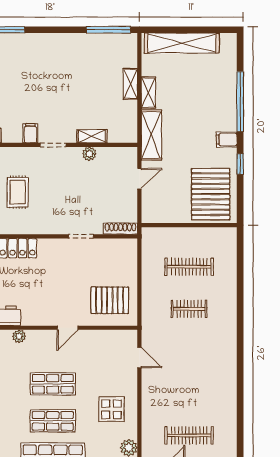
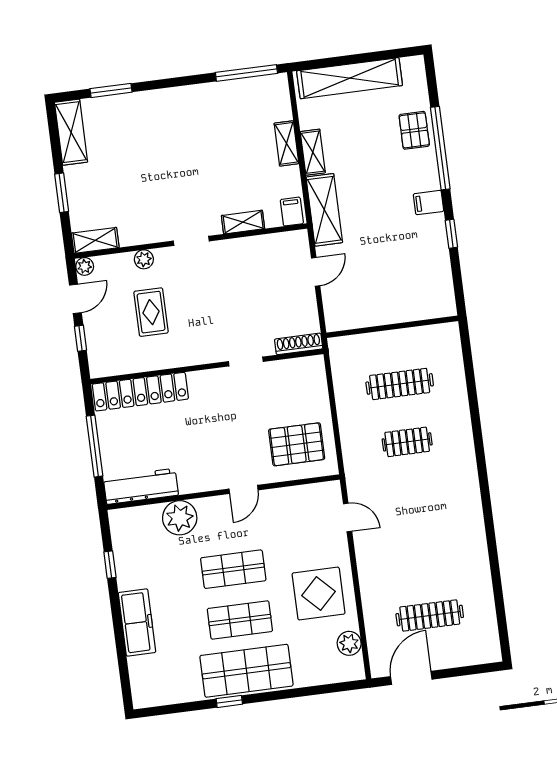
filing cabinet: (30, 133) -> (292, 212), moved
plant: (89, 154) -> (144, 259), moved
pallet: (211, 194) -> (414, 130), moved, width x0.49, depth x0.50
plant: (19, 336) -> (180, 518), width x1.88, depth x1.88
display table: (112, 409) -> (319, 594), width x1.36, depth x1.36

